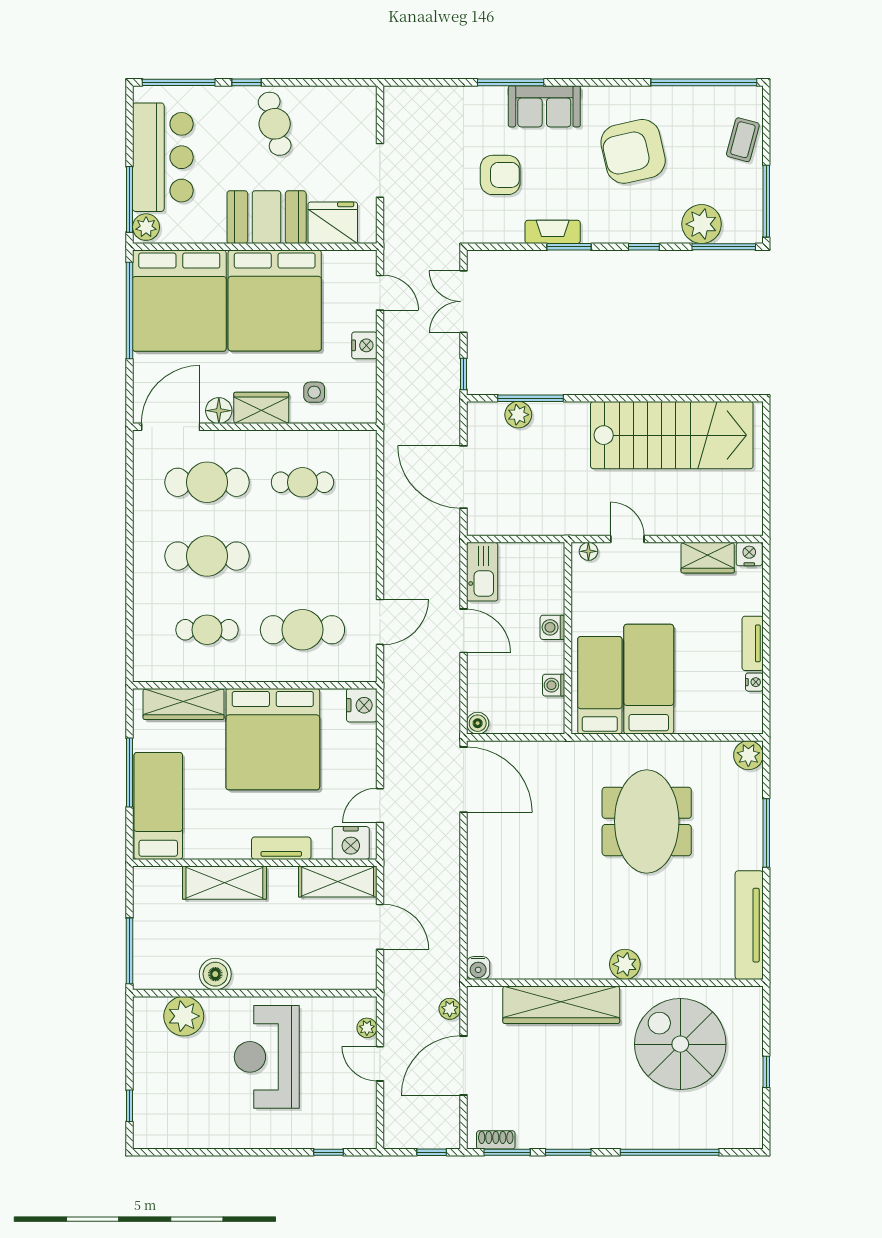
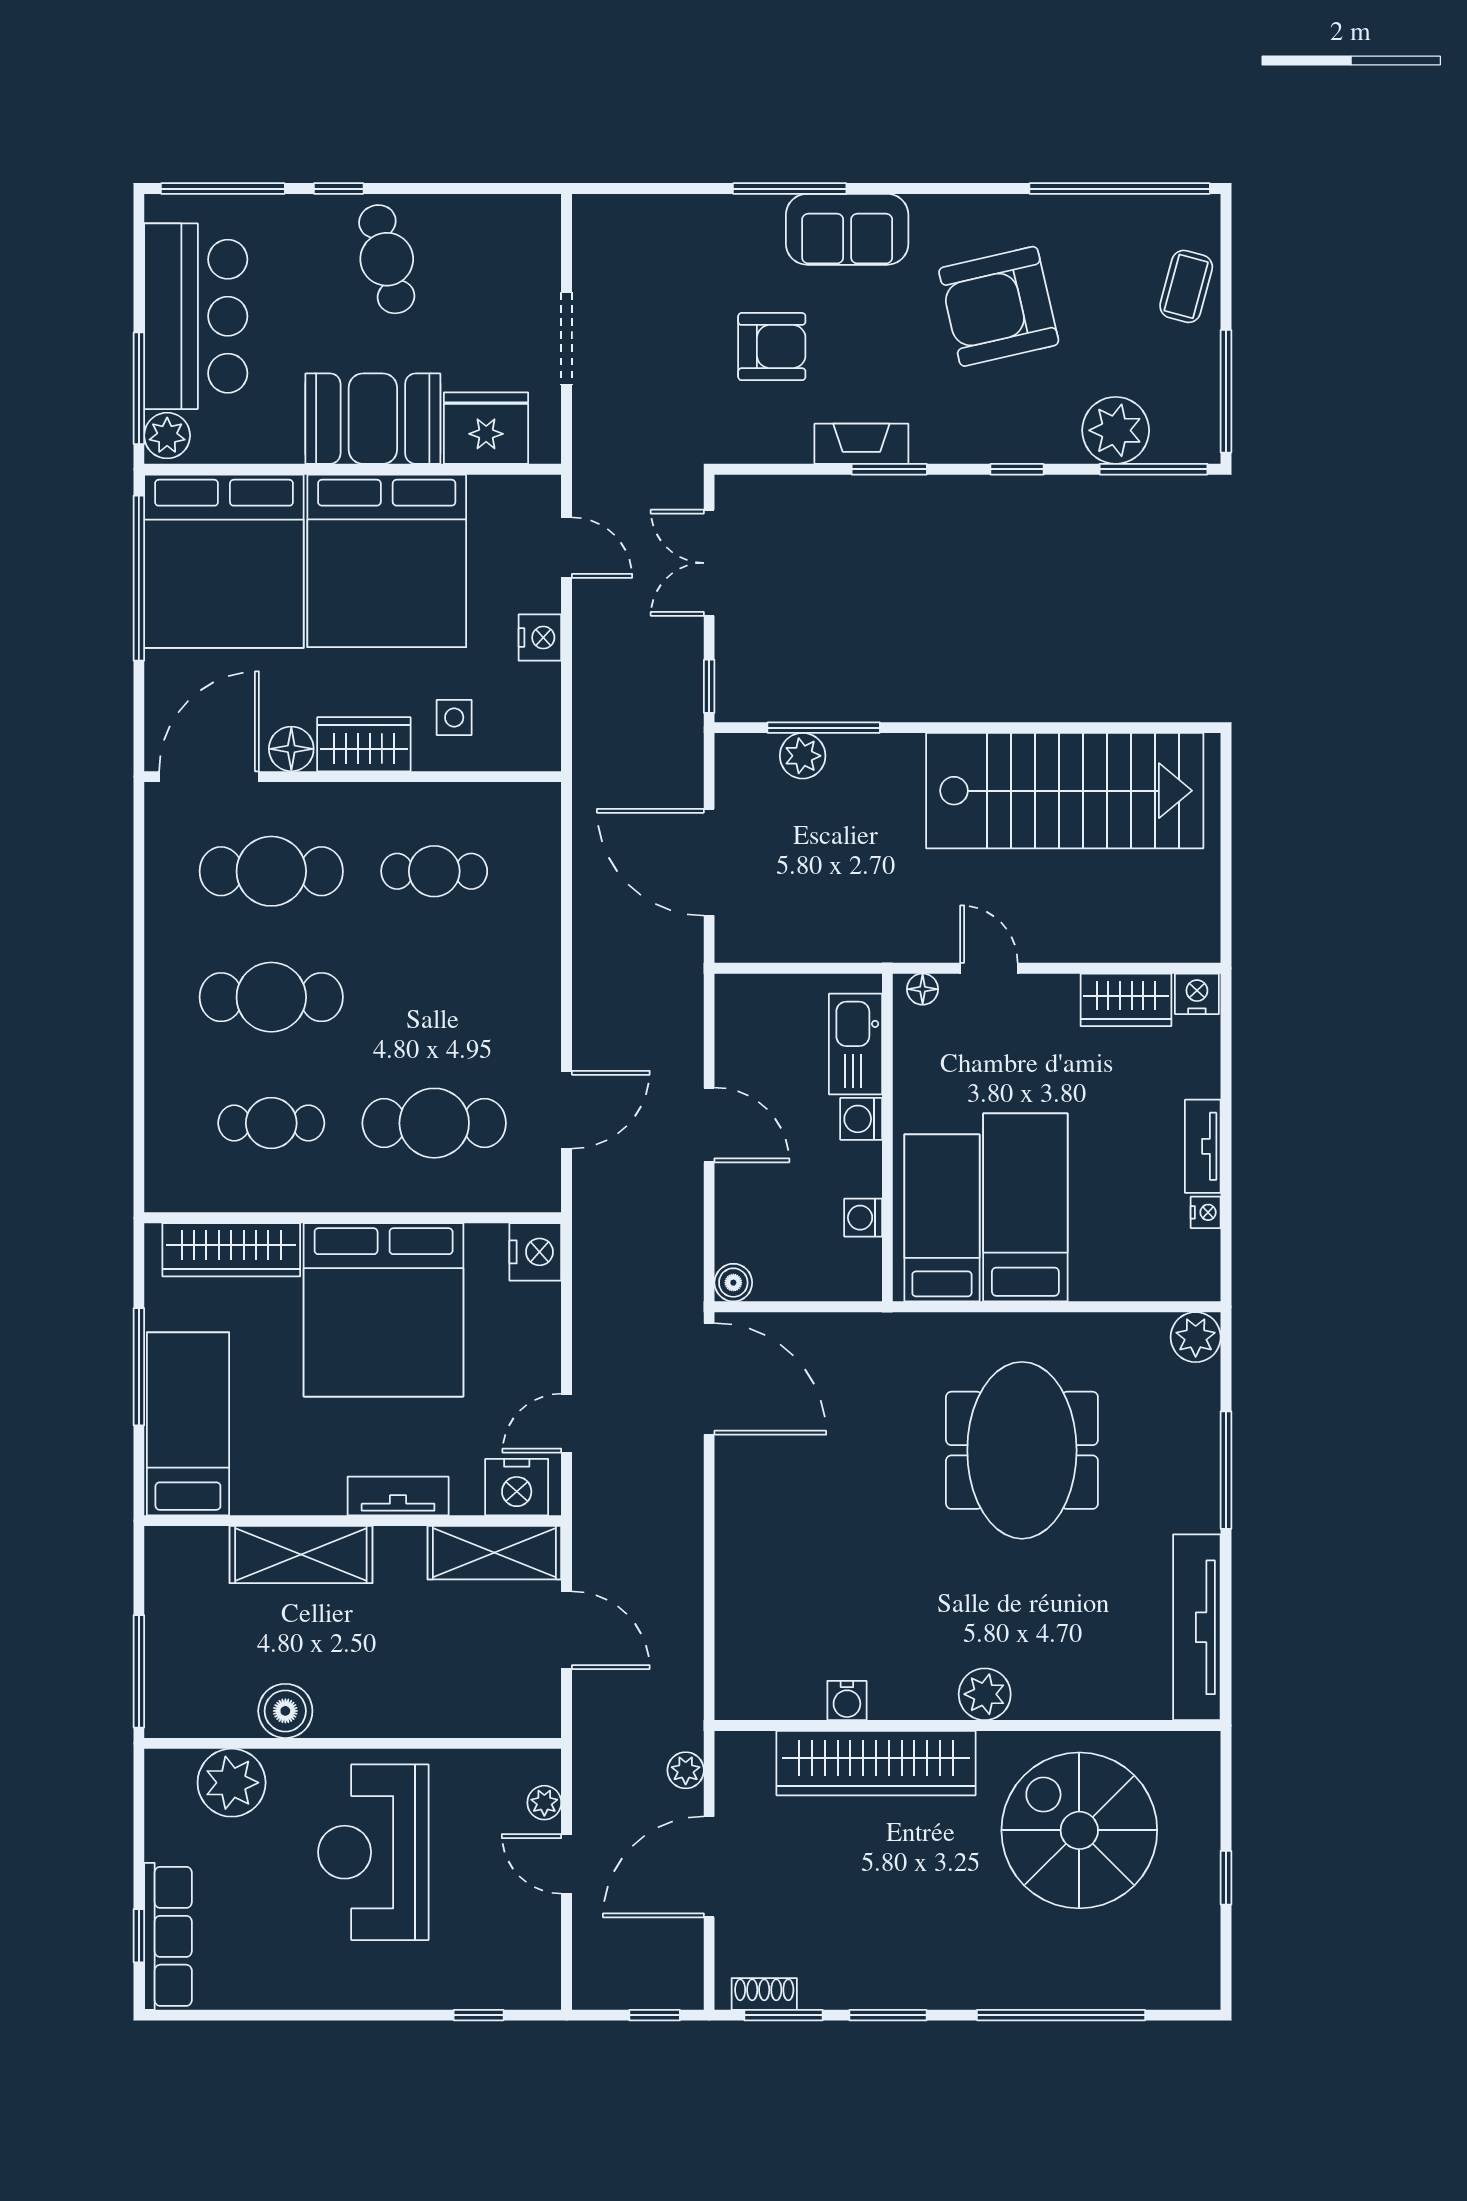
kitchen sink: (482, 572) -> (855, 1044), moved, turned 180
water cooler: (478, 968) -> (847, 1701), moved
row of seats: (147, 1106) -> (168, 1936), added

